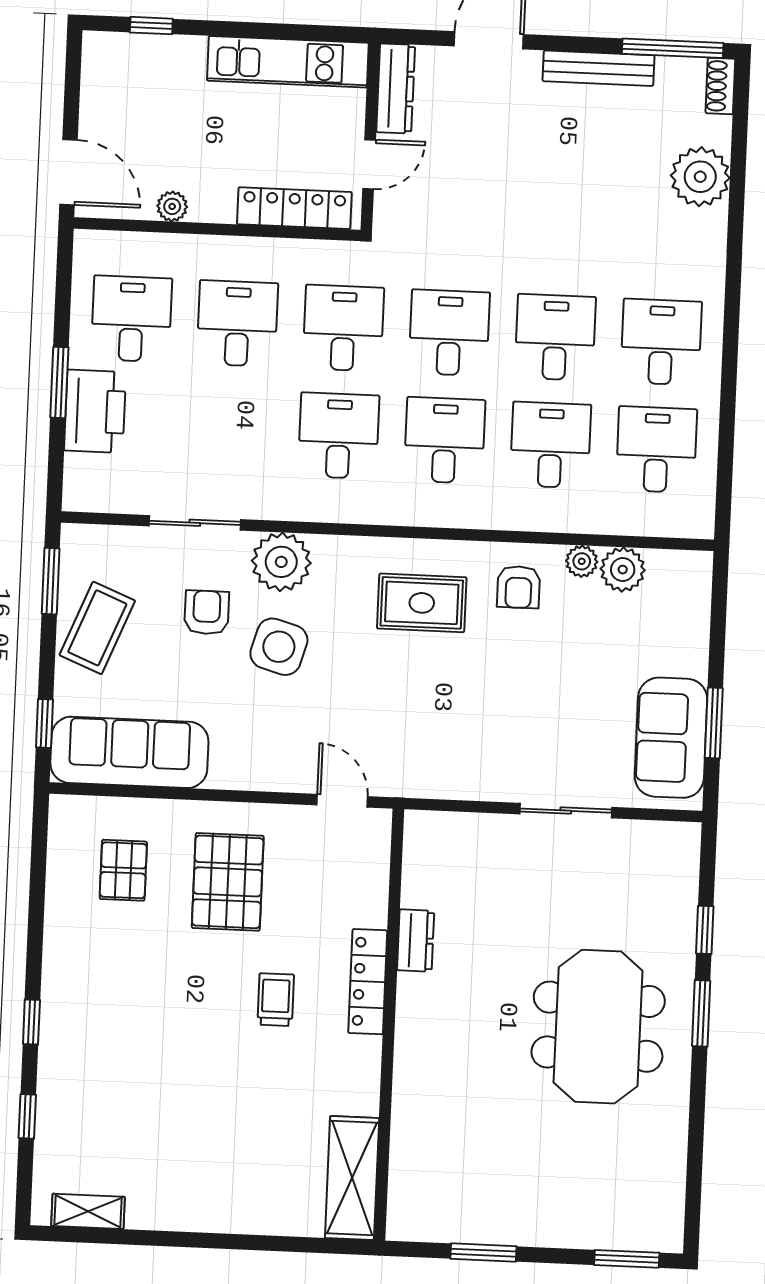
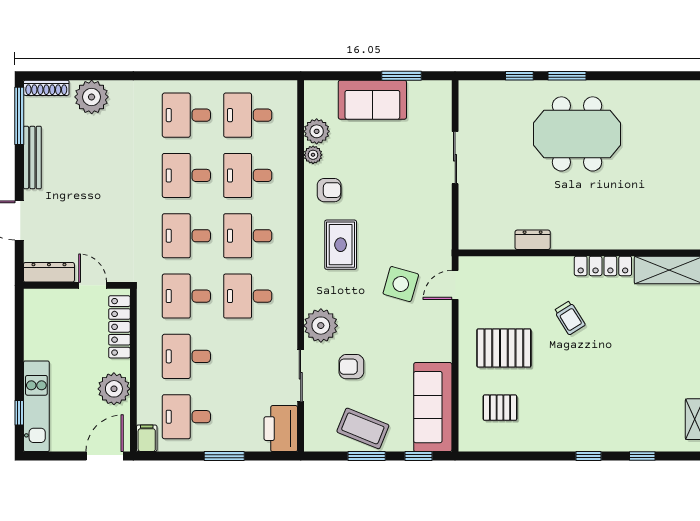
kitchen unit: (288, 62) -> (36, 406), moved
shoe rack: (720, 86) -> (46, 88), width x1.43
plant: (172, 206) -> (114, 389), width x1.87, depth x1.87
filing cabinet: (97, 247) -> (147, 438), added
printer: (95, 411) -> (281, 429), moved, turned -90
window: (51, 581) -> (367, 456), moved
side table: (279, 647) -> (401, 284), moved
sofa: (671, 738) -> (372, 100), moved
locker: (368, 982) -> (603, 266), moved
trolley: (276, 1000) -> (570, 318), turned -122

